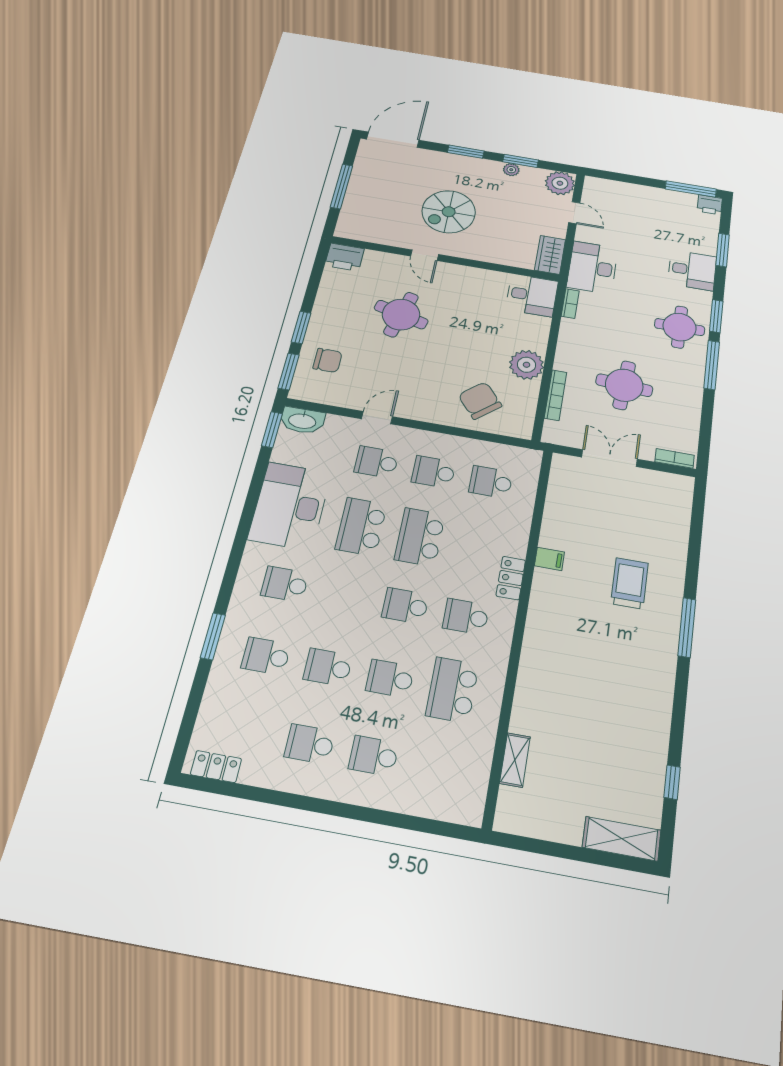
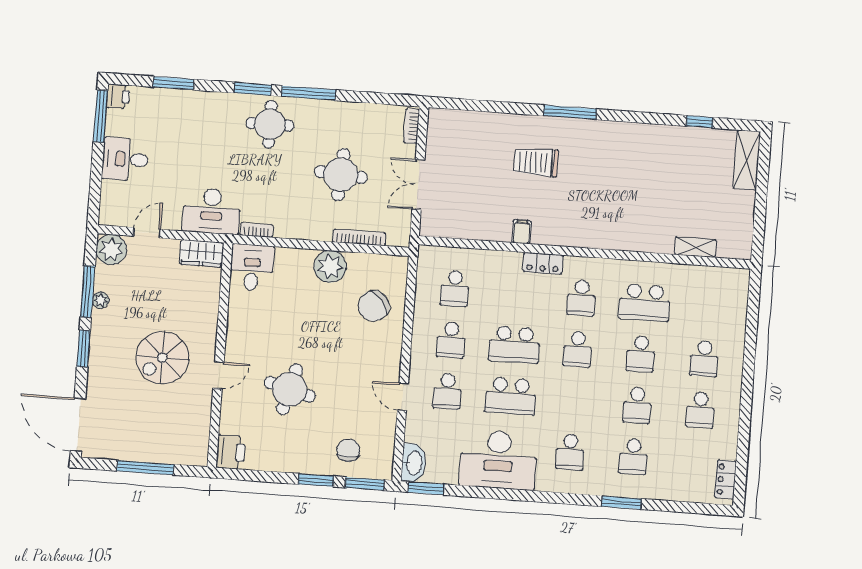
window: (521, 161) -> (88, 292), width x1.44
spiral stairs: (449, 212) -> (162, 358), turned 90
desk: (692, 270) -> (125, 159), moved, turned -90

